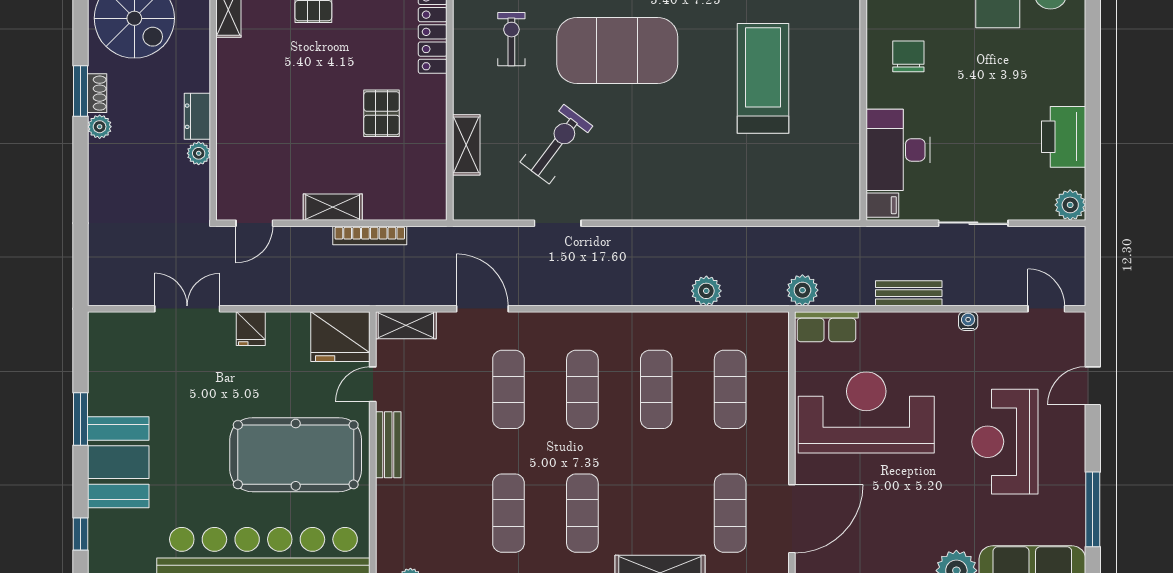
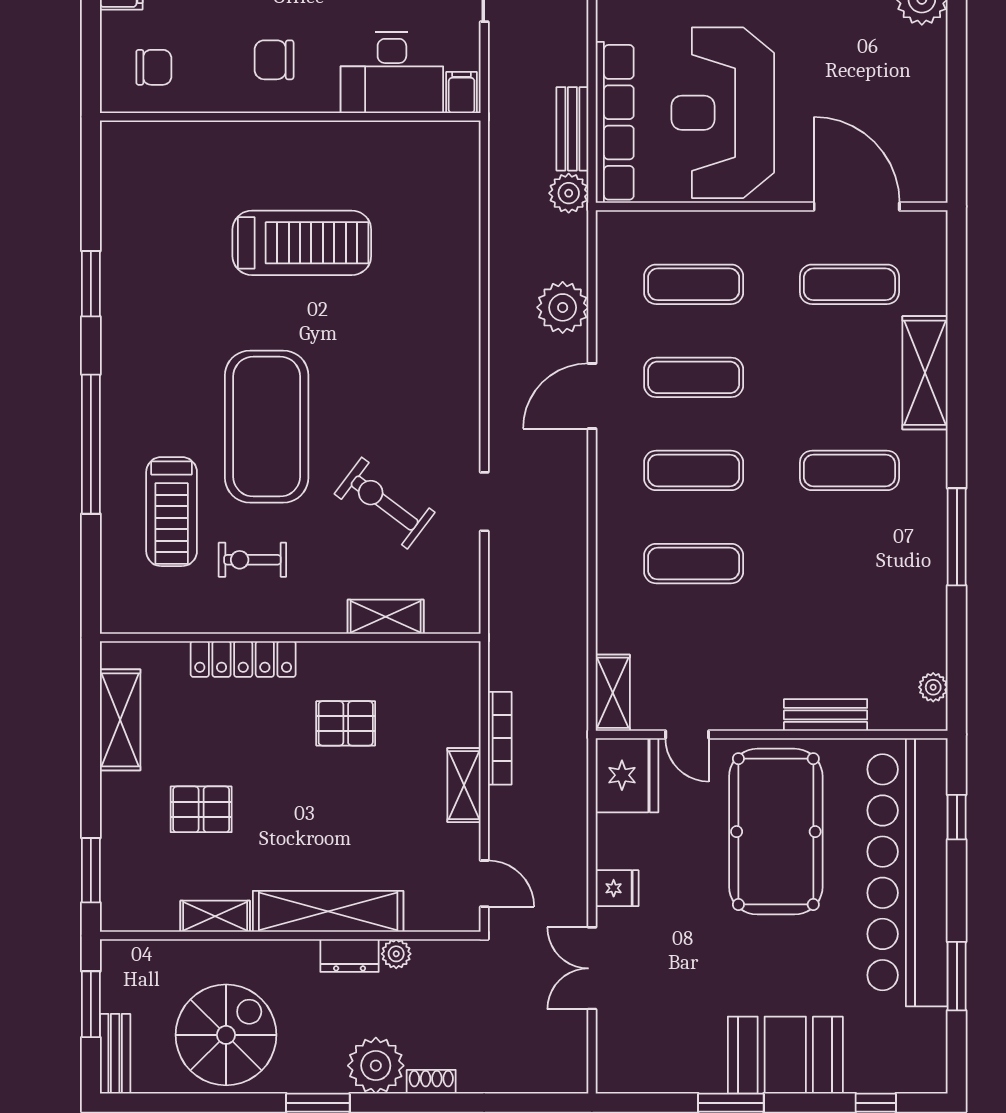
treadmill: (763, 78) -> (302, 243), turned 180
shoe rack: (97, 93) -> (431, 1082), moved
shelving: (232, 99) -> (328, 911), added
plant: (100, 127) -> (376, 1066), width x1.88, depth x1.88
plant: (706, 291) -> (563, 307), width x1.36, depth x1.36
bench: (909, 293) -> (572, 129), moved
door: (482, 309) -> (592, 396), moved
row of seats: (826, 327) -> (615, 122), width x2.02
bench: (388, 445) -> (826, 715), moved
exercise mat: (508, 513) -> (849, 564), removed

